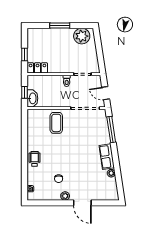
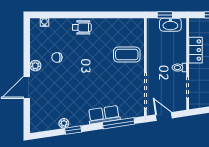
locker: (37, 68) -> (196, 50), moved
door: (106, 93) -> (164, 116), hinge flipped
washbasin: (32, 98) -> (170, 25), moved
row of seats: (107, 157) -> (104, 115), moved
window: (117, 166) -> (73, 130), added

